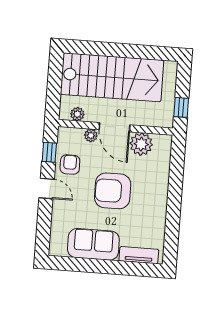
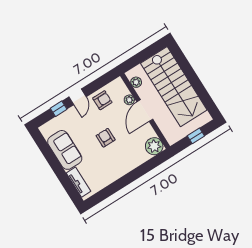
window: (181, 107) -> (196, 136), moved
plant: (141, 144) -> (154, 146), moved
window: (49, 152) -> (59, 109), moved
armchair: (113, 191) -> (106, 138), width x0.53, depth x0.53

